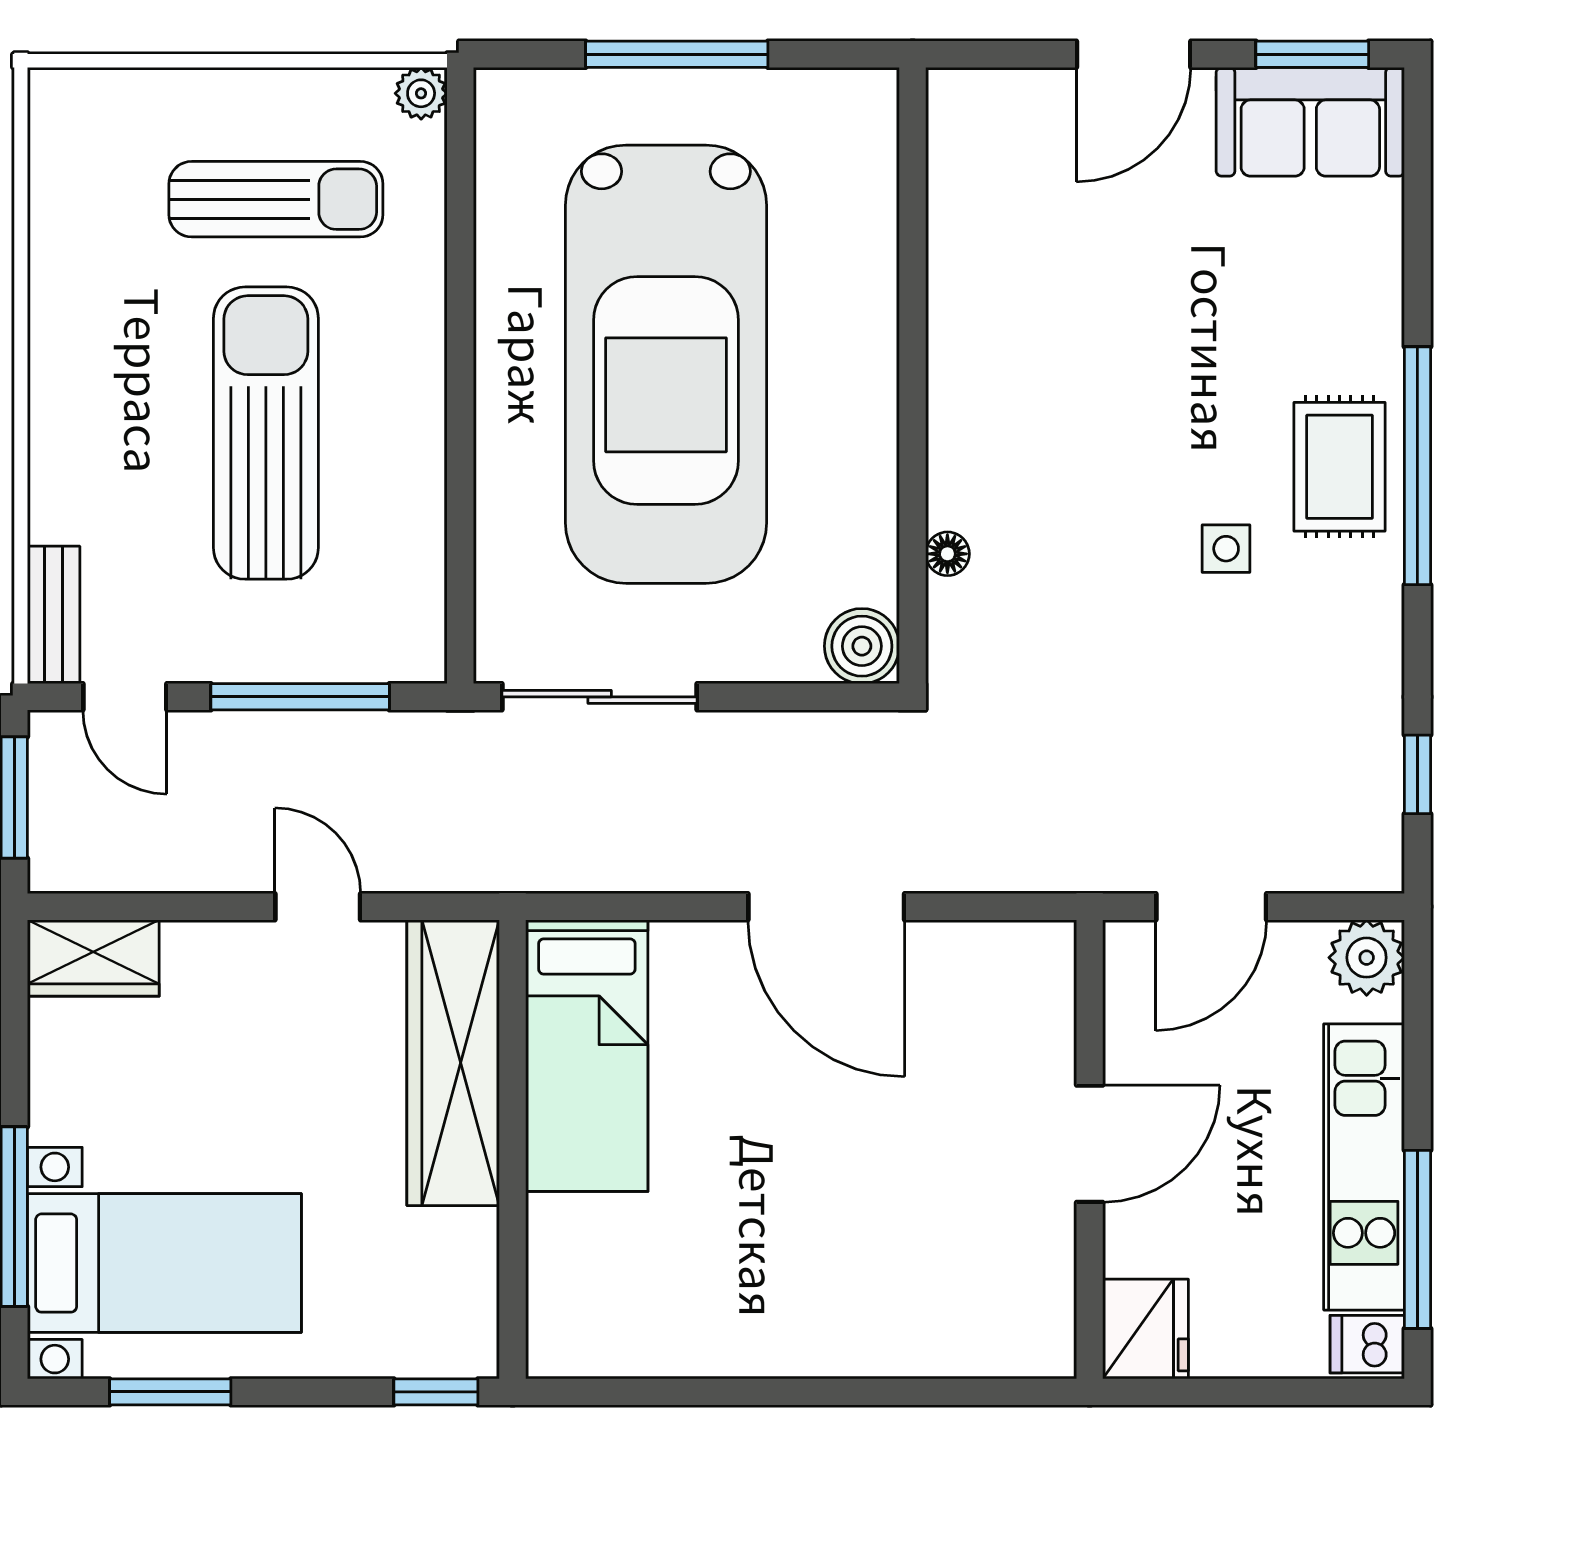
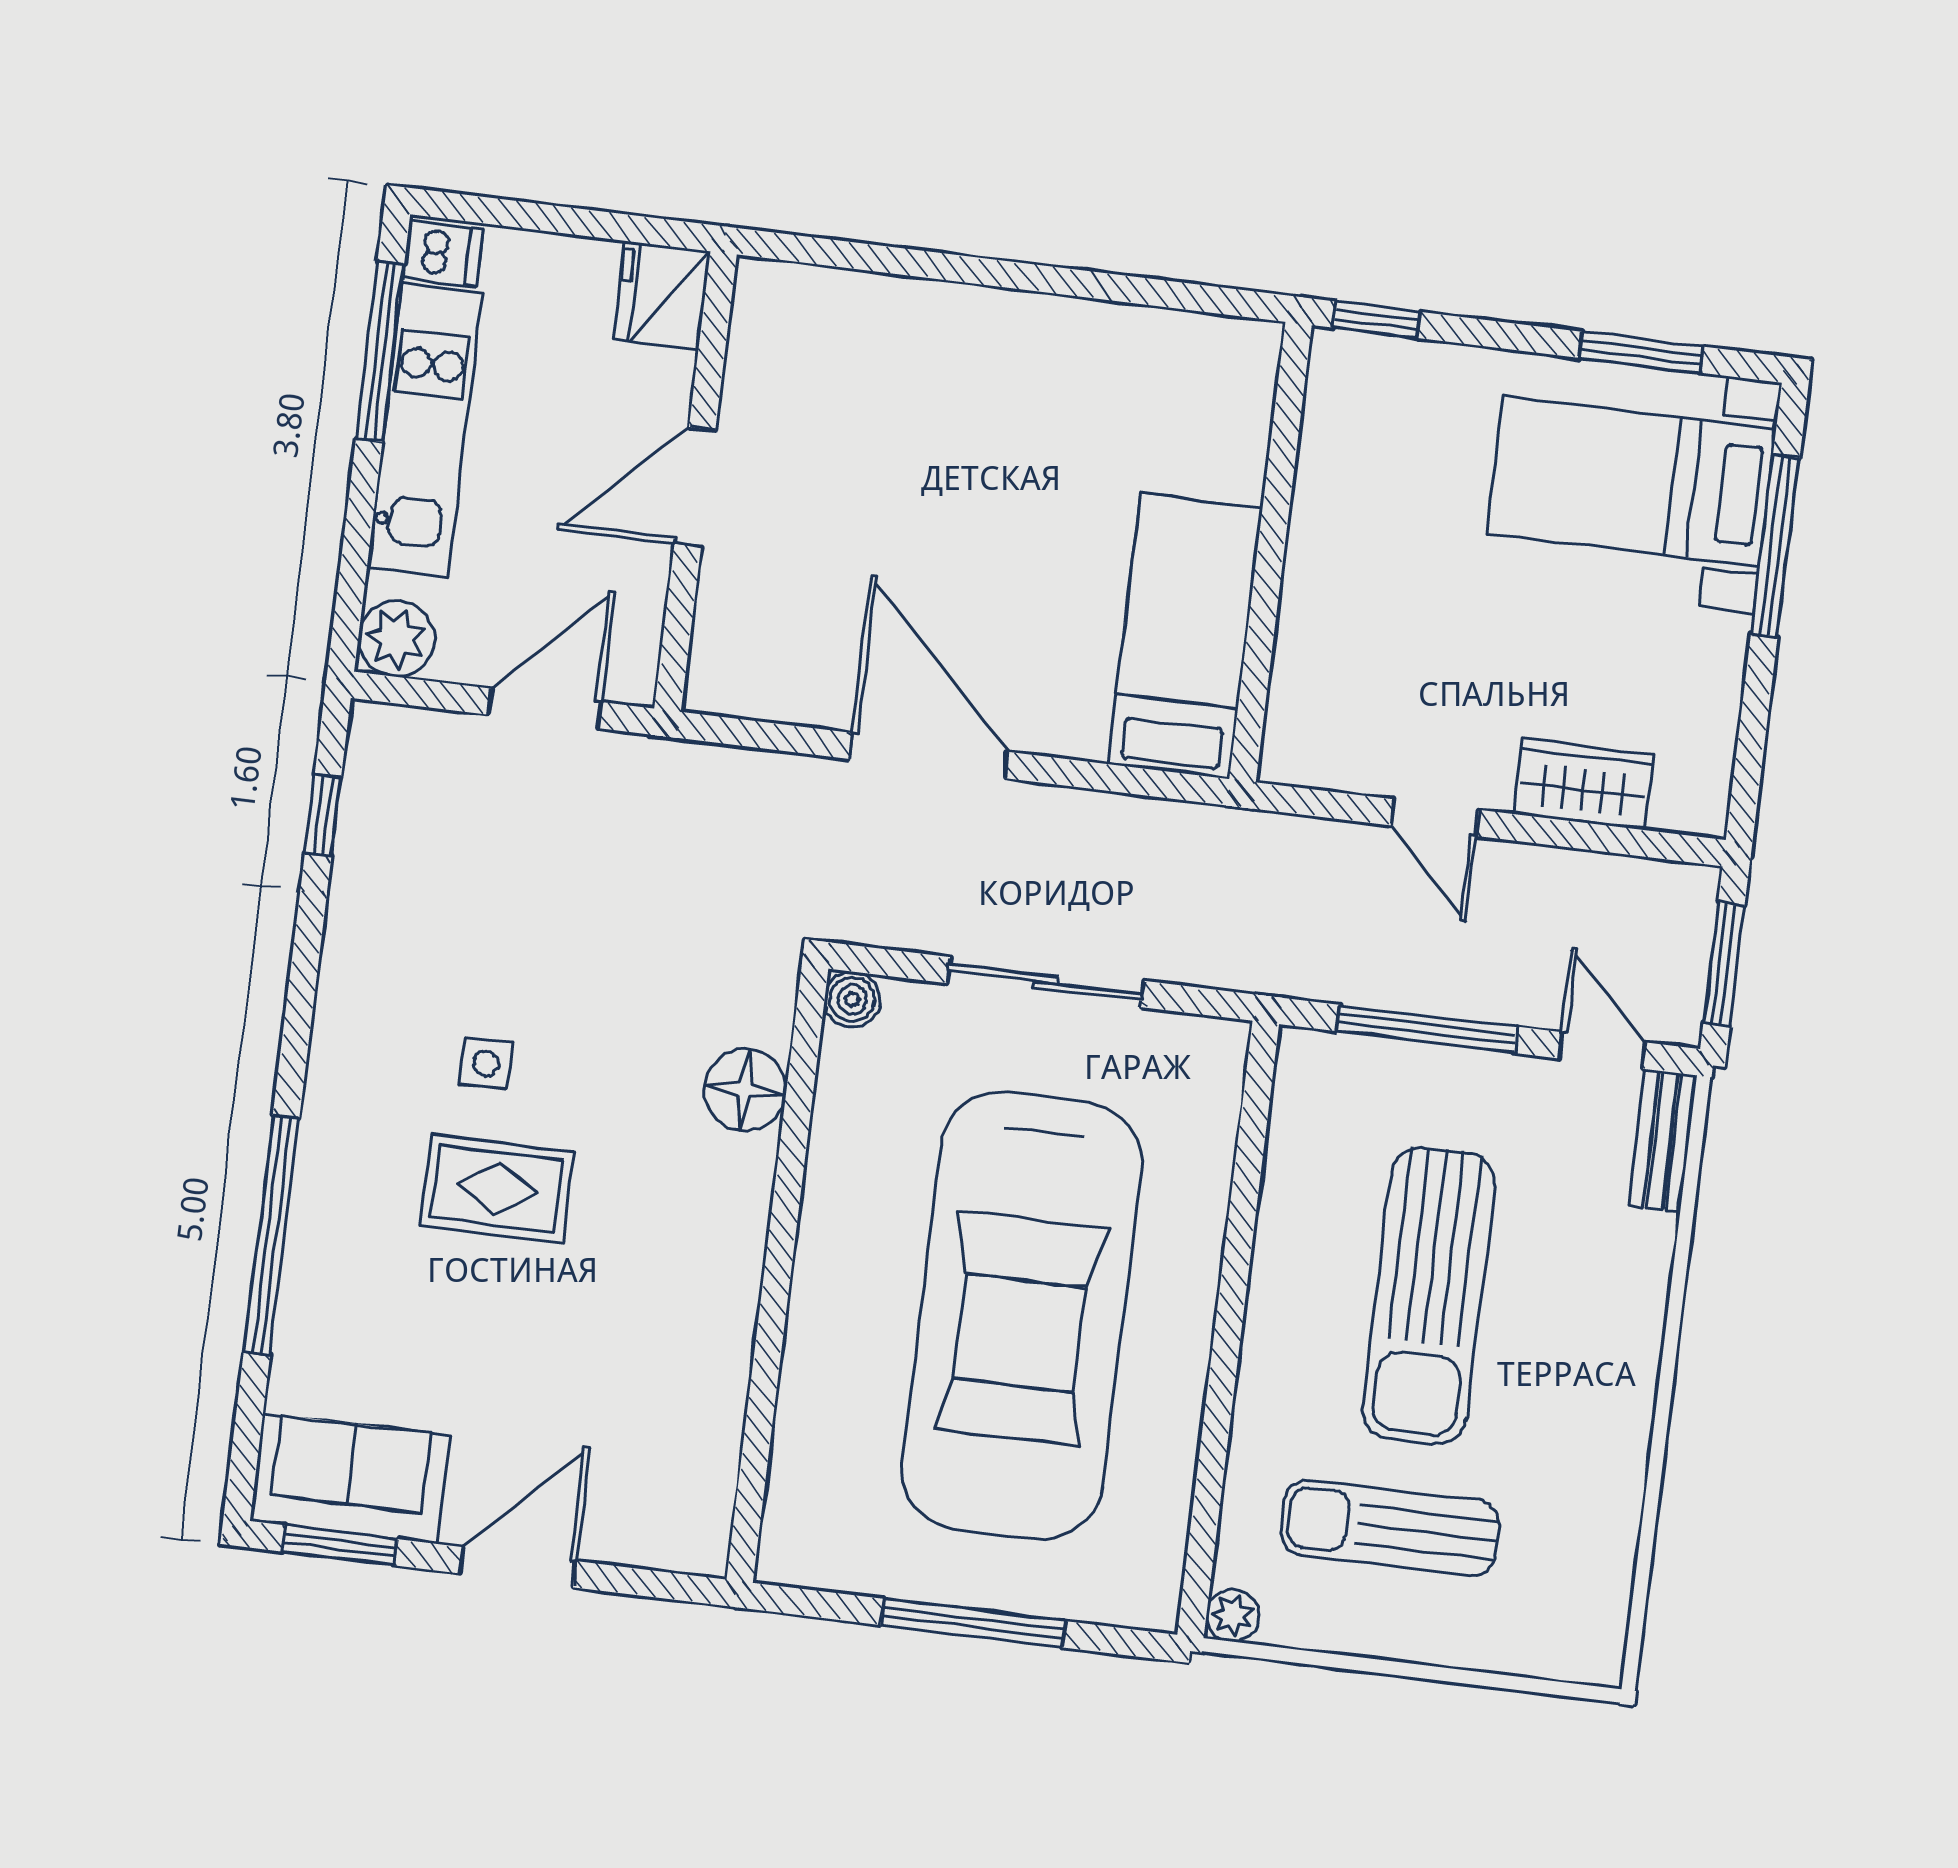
car: (666, 364) -> (1022, 1316), turned 180
window: (1417, 466) -> (271, 1235), moved
rug: (1339, 467) -> (497, 1188), moved, turned 90
floor lamp: (947, 554) -> (745, 1090), width x1.89, depth x1.89
boiler: (862, 646) -> (852, 999), width x0.73, depth x0.73
sliding door: (600, 697) -> (1045, 982), moved
wardrobe: (93, 958) -> (1584, 784), moved
wardrobe: (453, 1063) -> (1319, 646), removed

